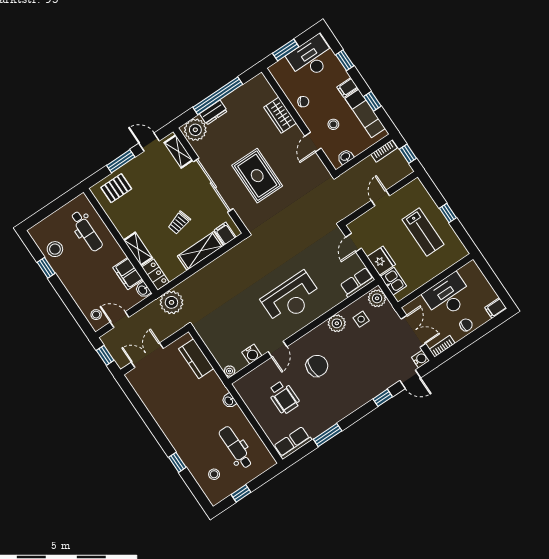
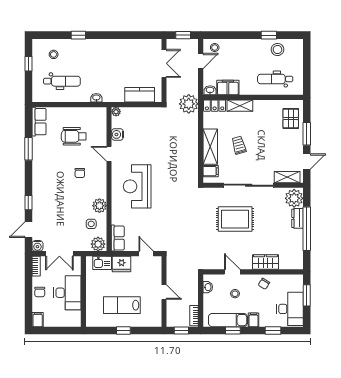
chair: (317, 366) -> (80, 173), width x0.54, depth x0.54

